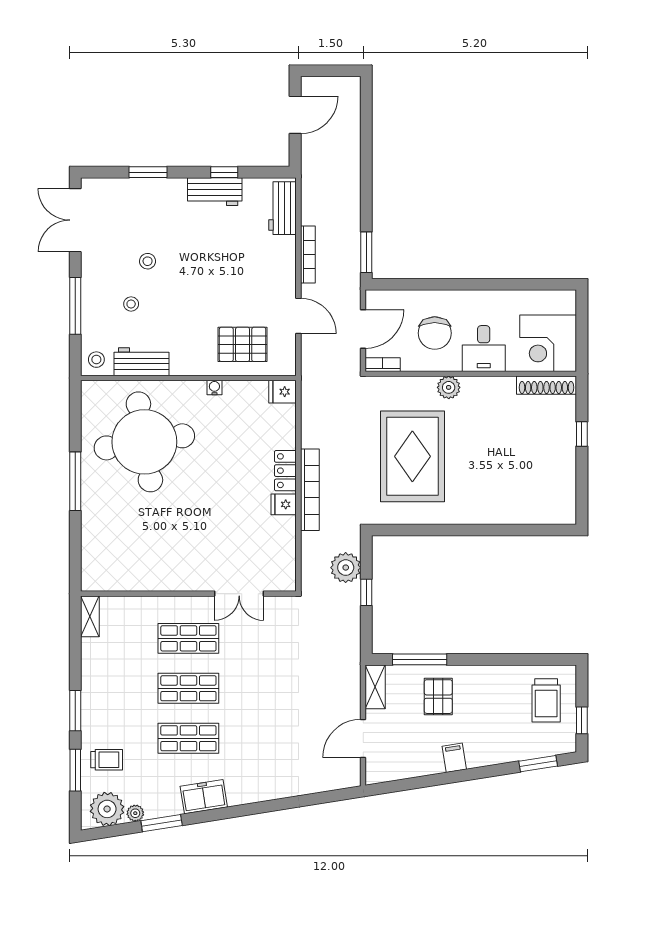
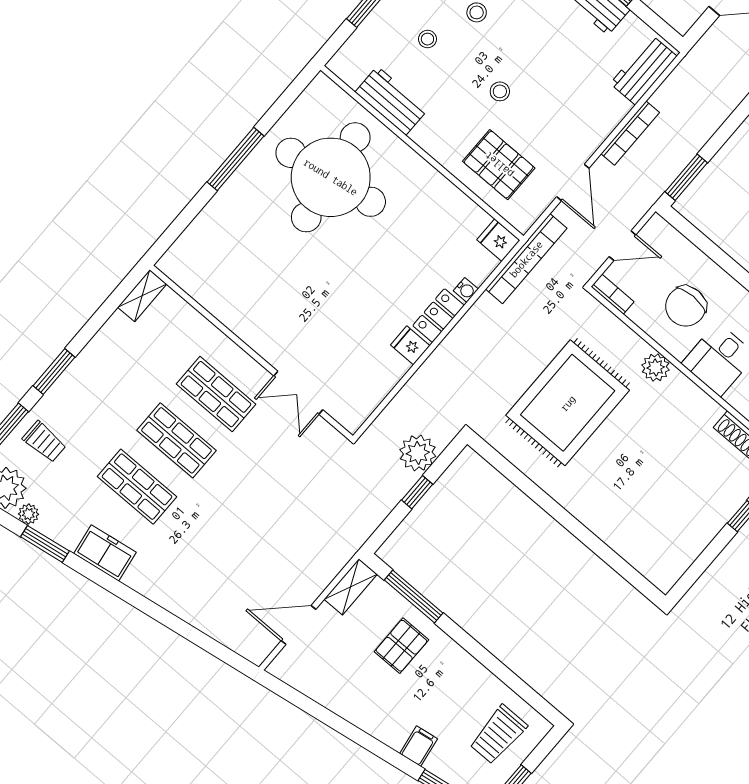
door: (363, 329) -> (623, 246), width x0.73
stool: (96, 360) -> (500, 91), moved
water cooler: (214, 388) -> (466, 290), moved, turned 90
bookcase: (310, 490) -> (526, 259), moved
filing cabinet: (454, 758) -> (419, 746), moved

